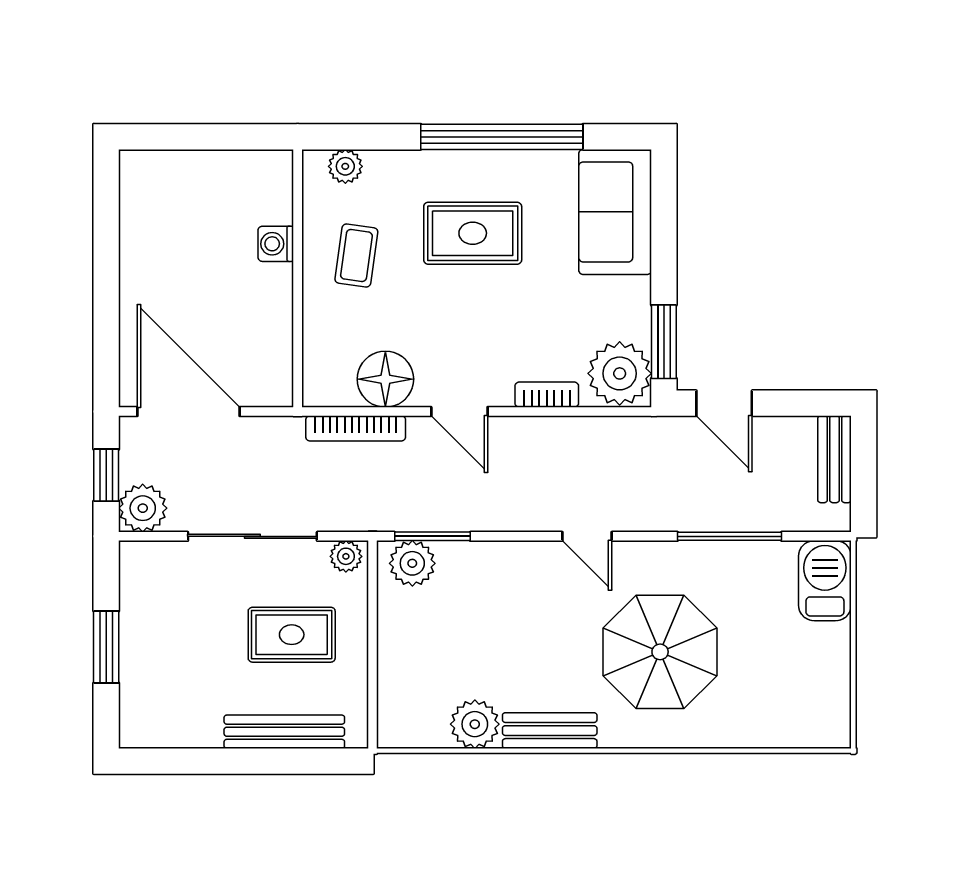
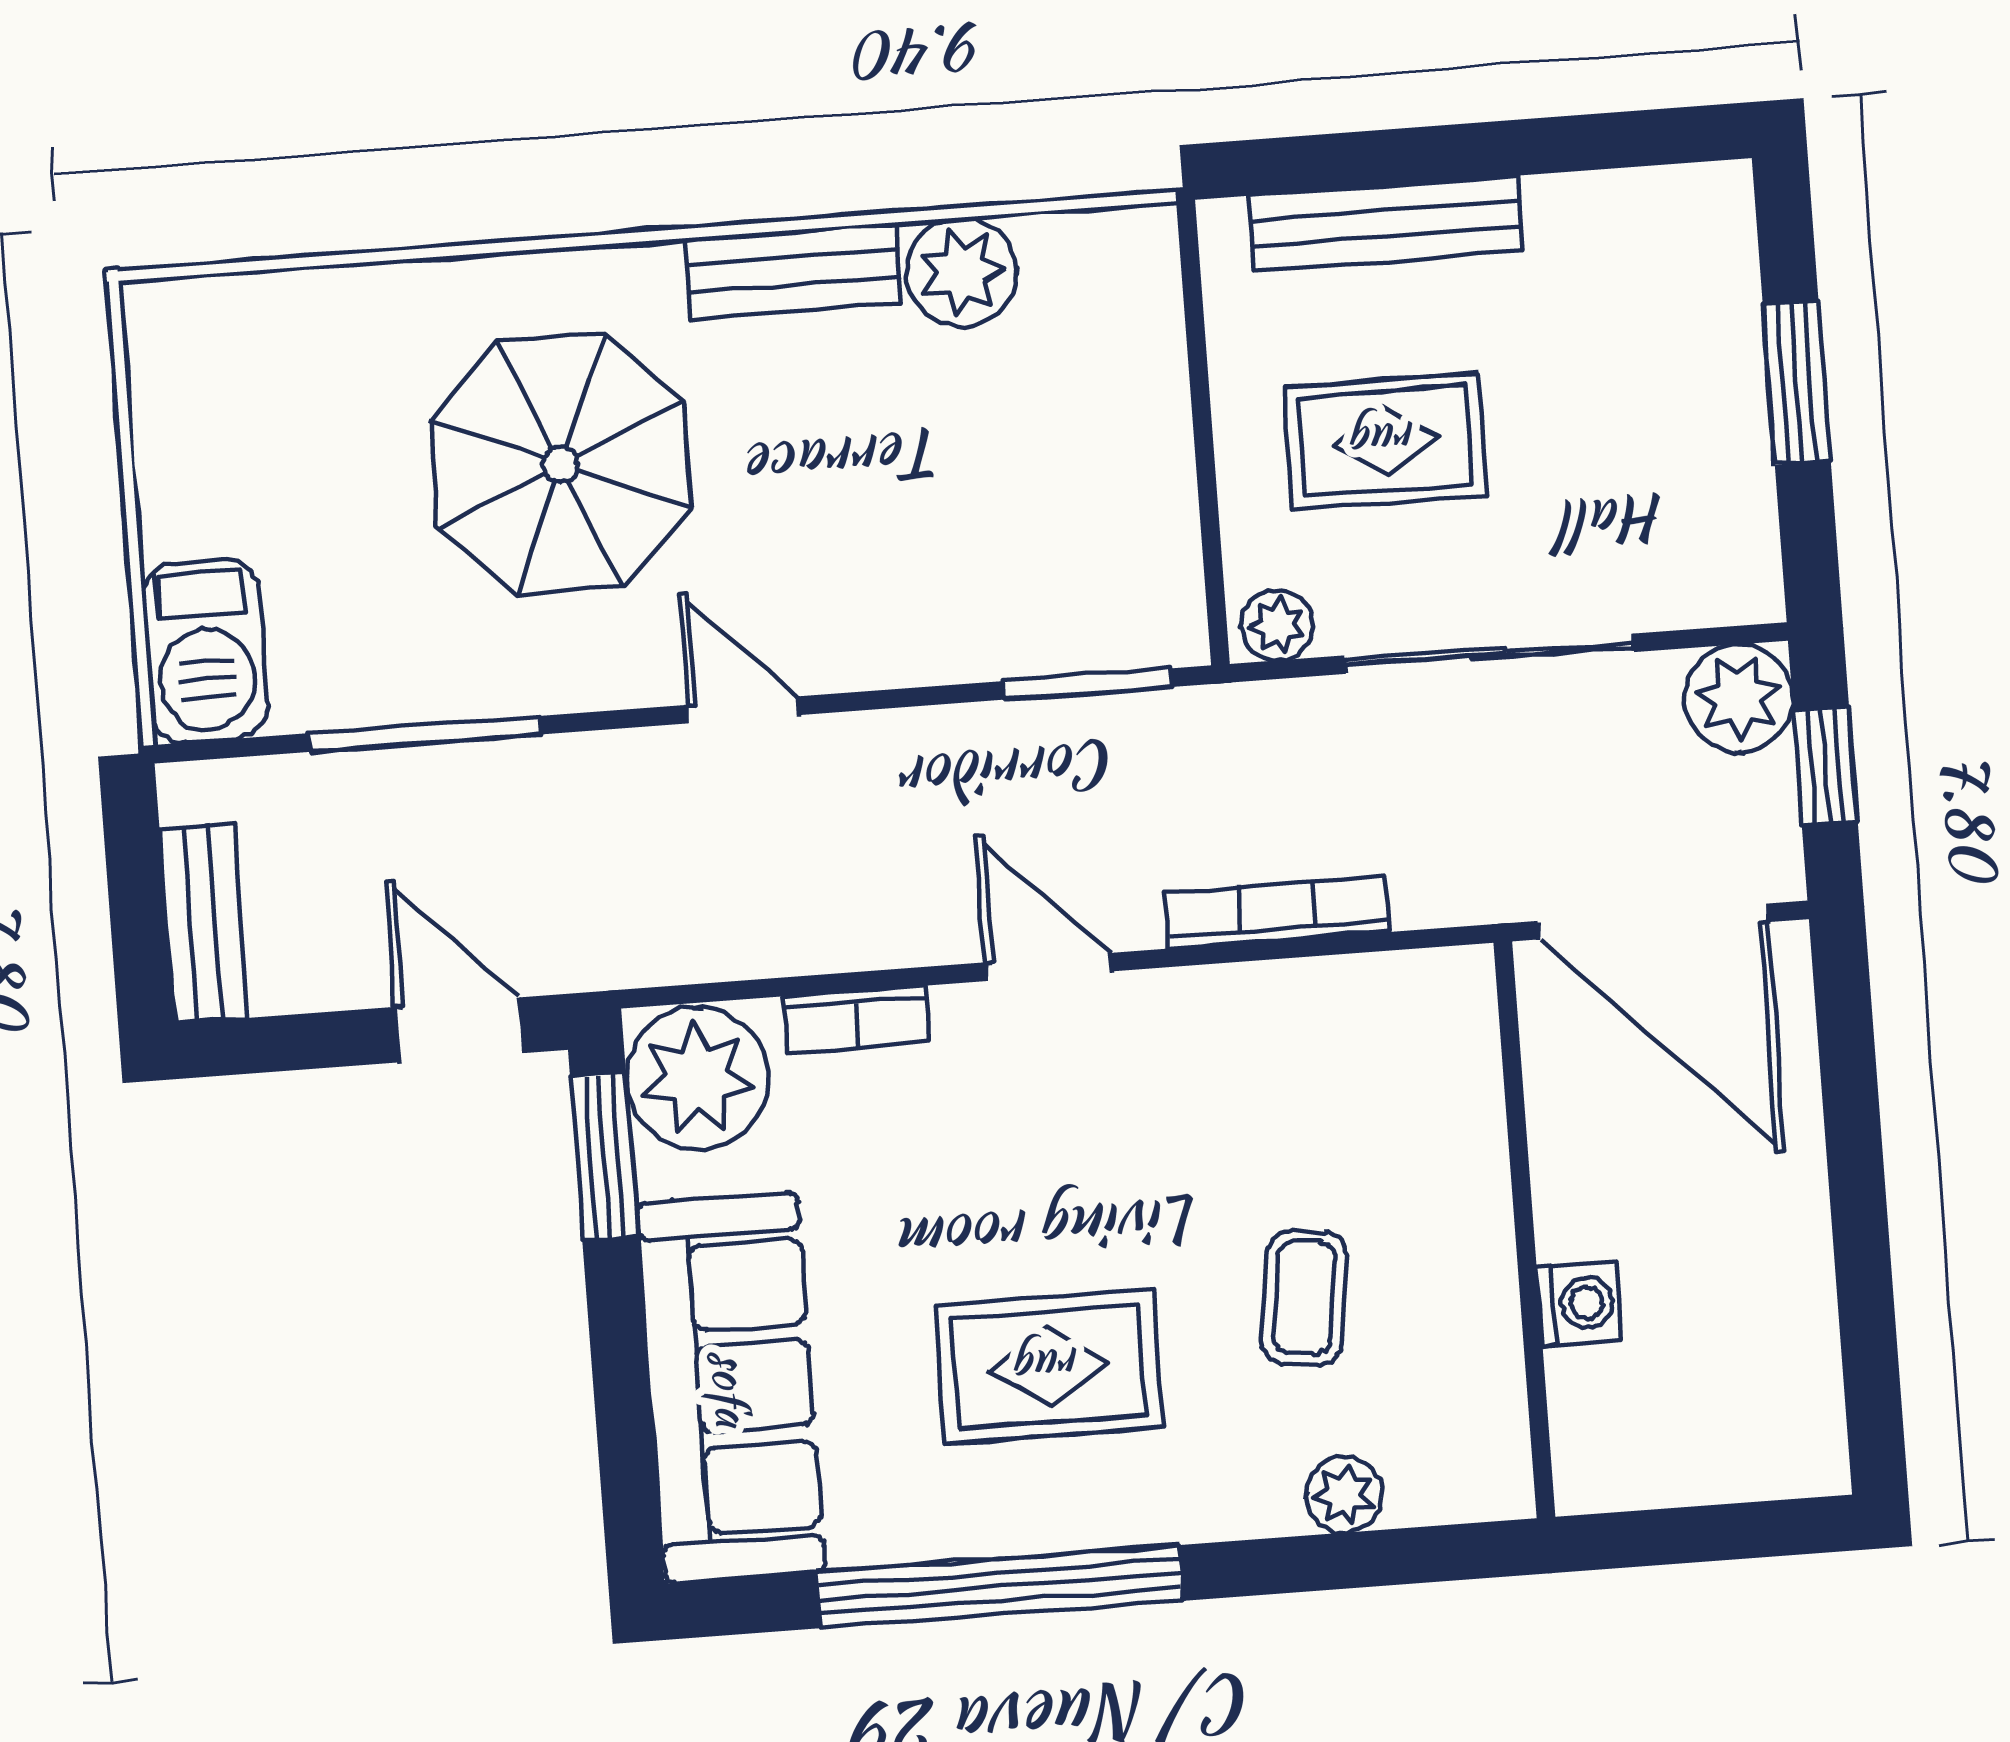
sofa: (615, 212) -> (731, 1388), width x1.36
washing machine: (276, 244) -> (1579, 1303), moved
wall: (298, 278) -> (1524, 1230), moved
floor lamp: (385, 379) -> (1219, 1027), removed
plant: (412, 563) -> (1128, 620), removed

